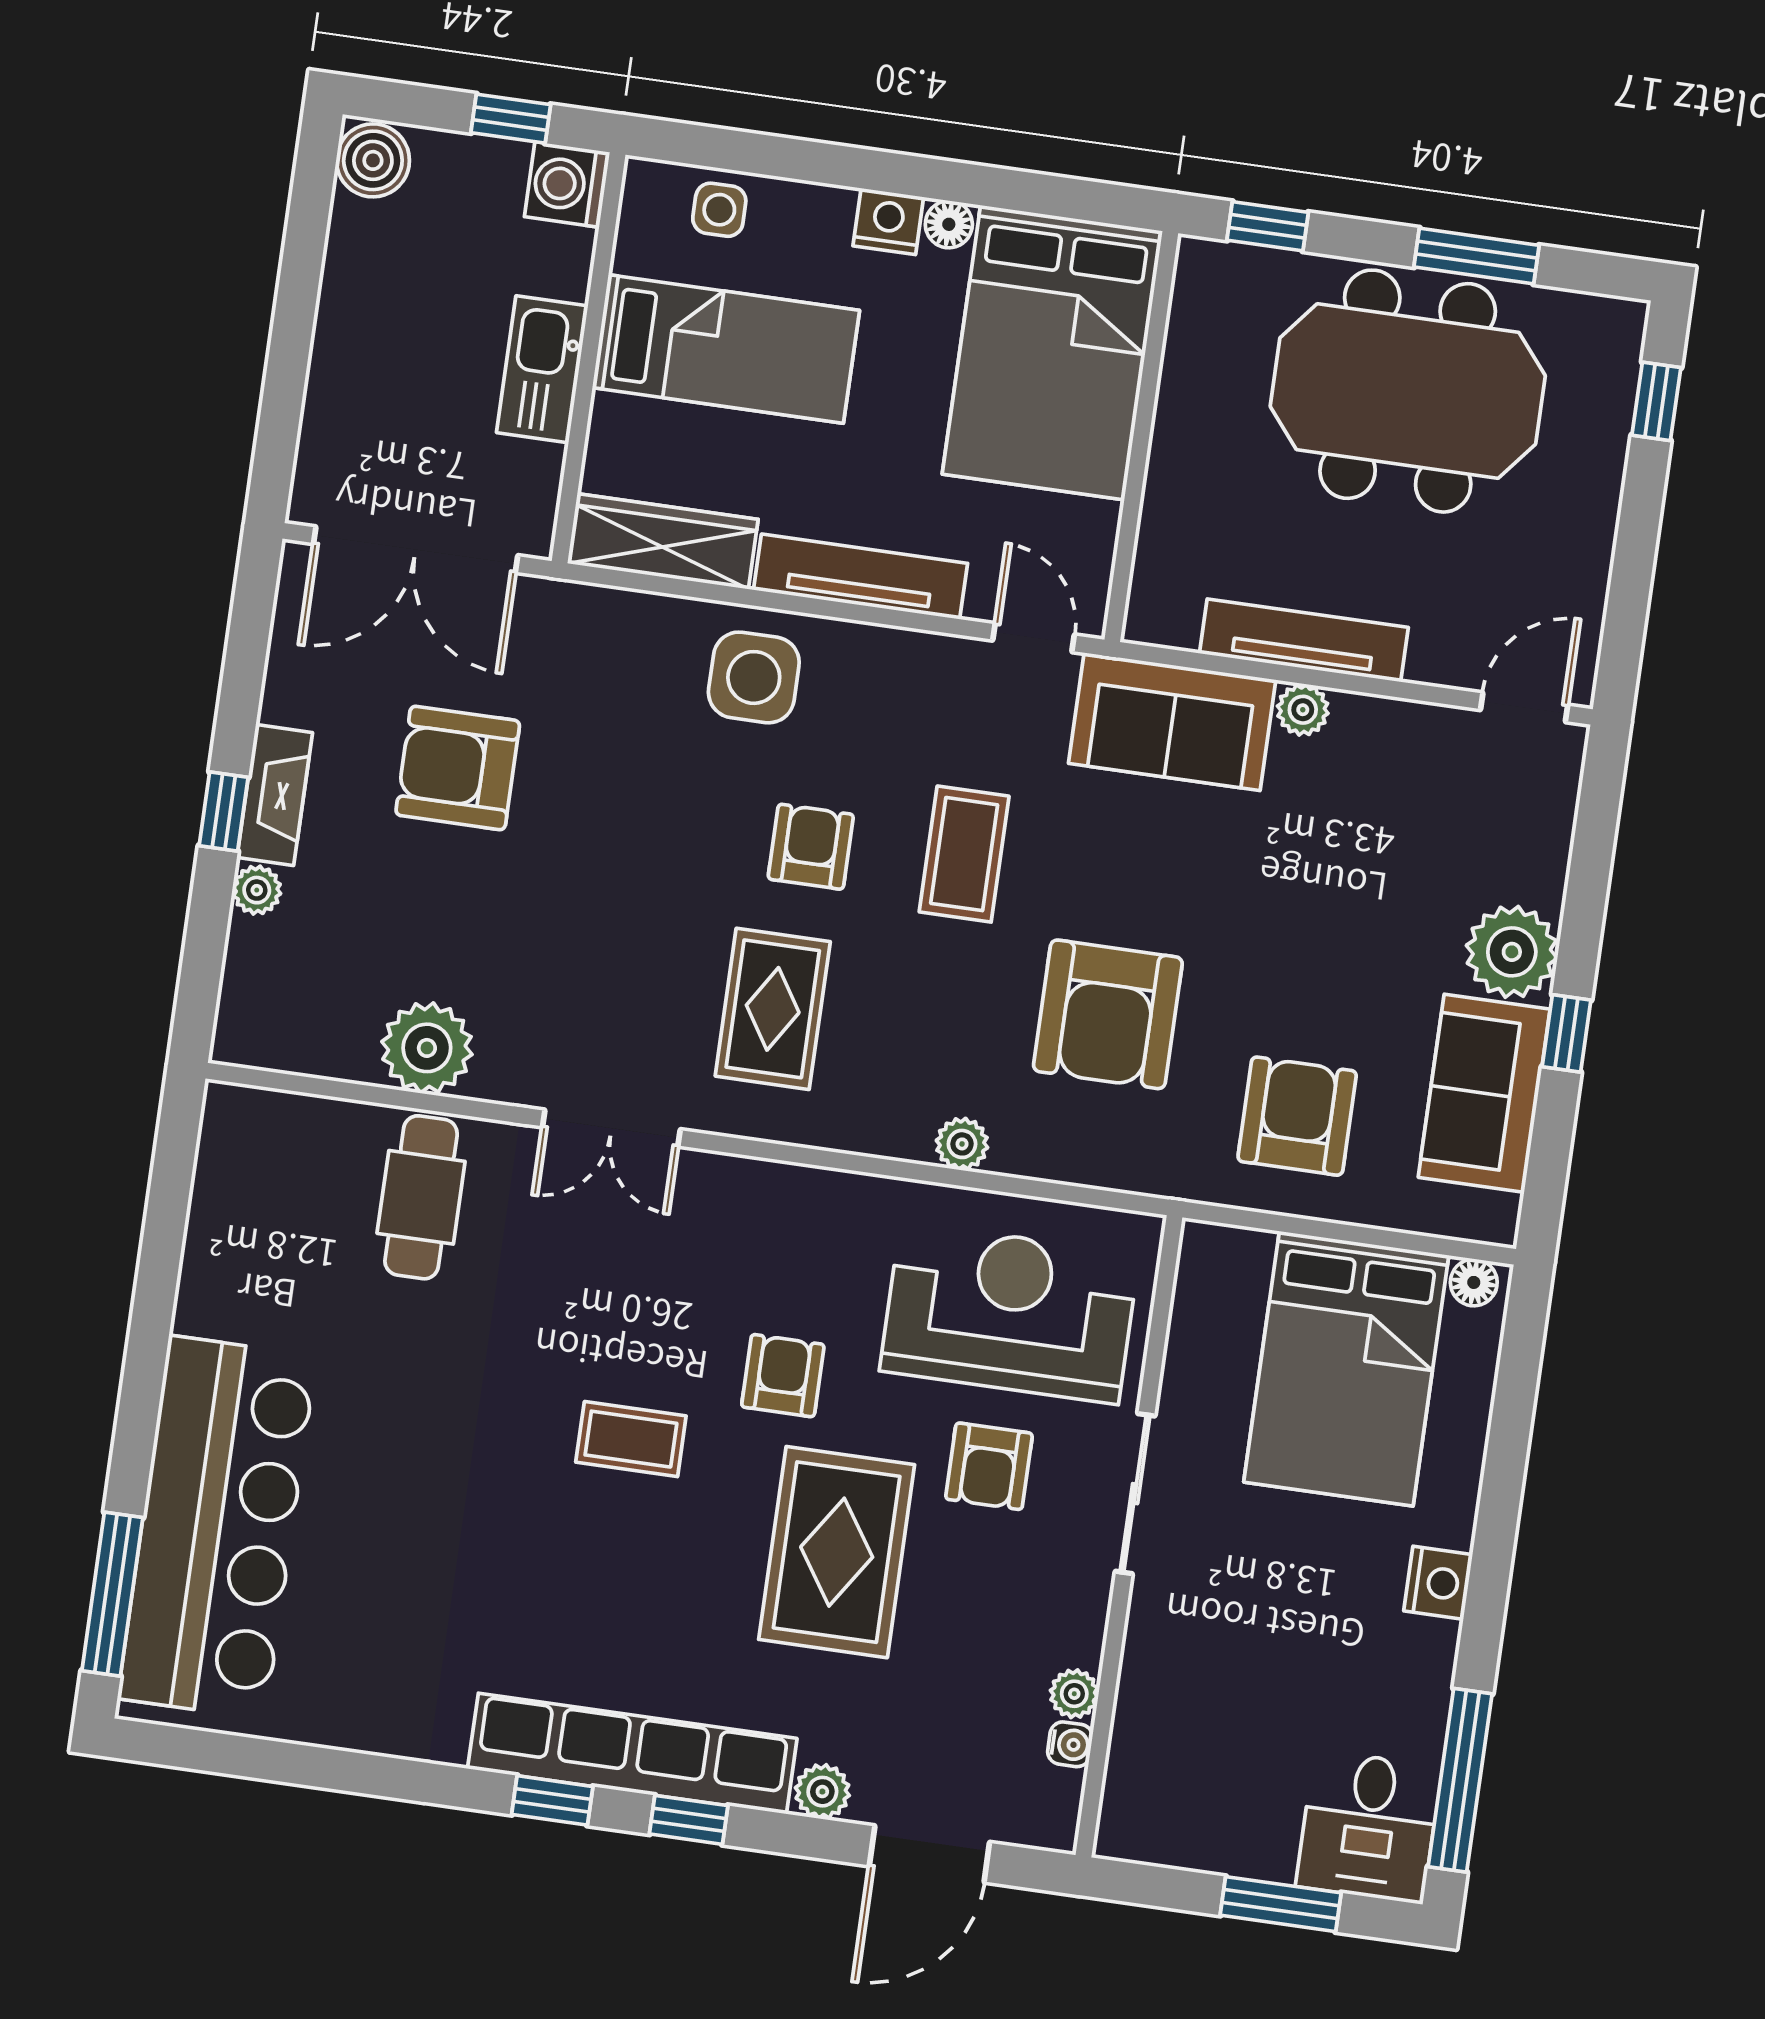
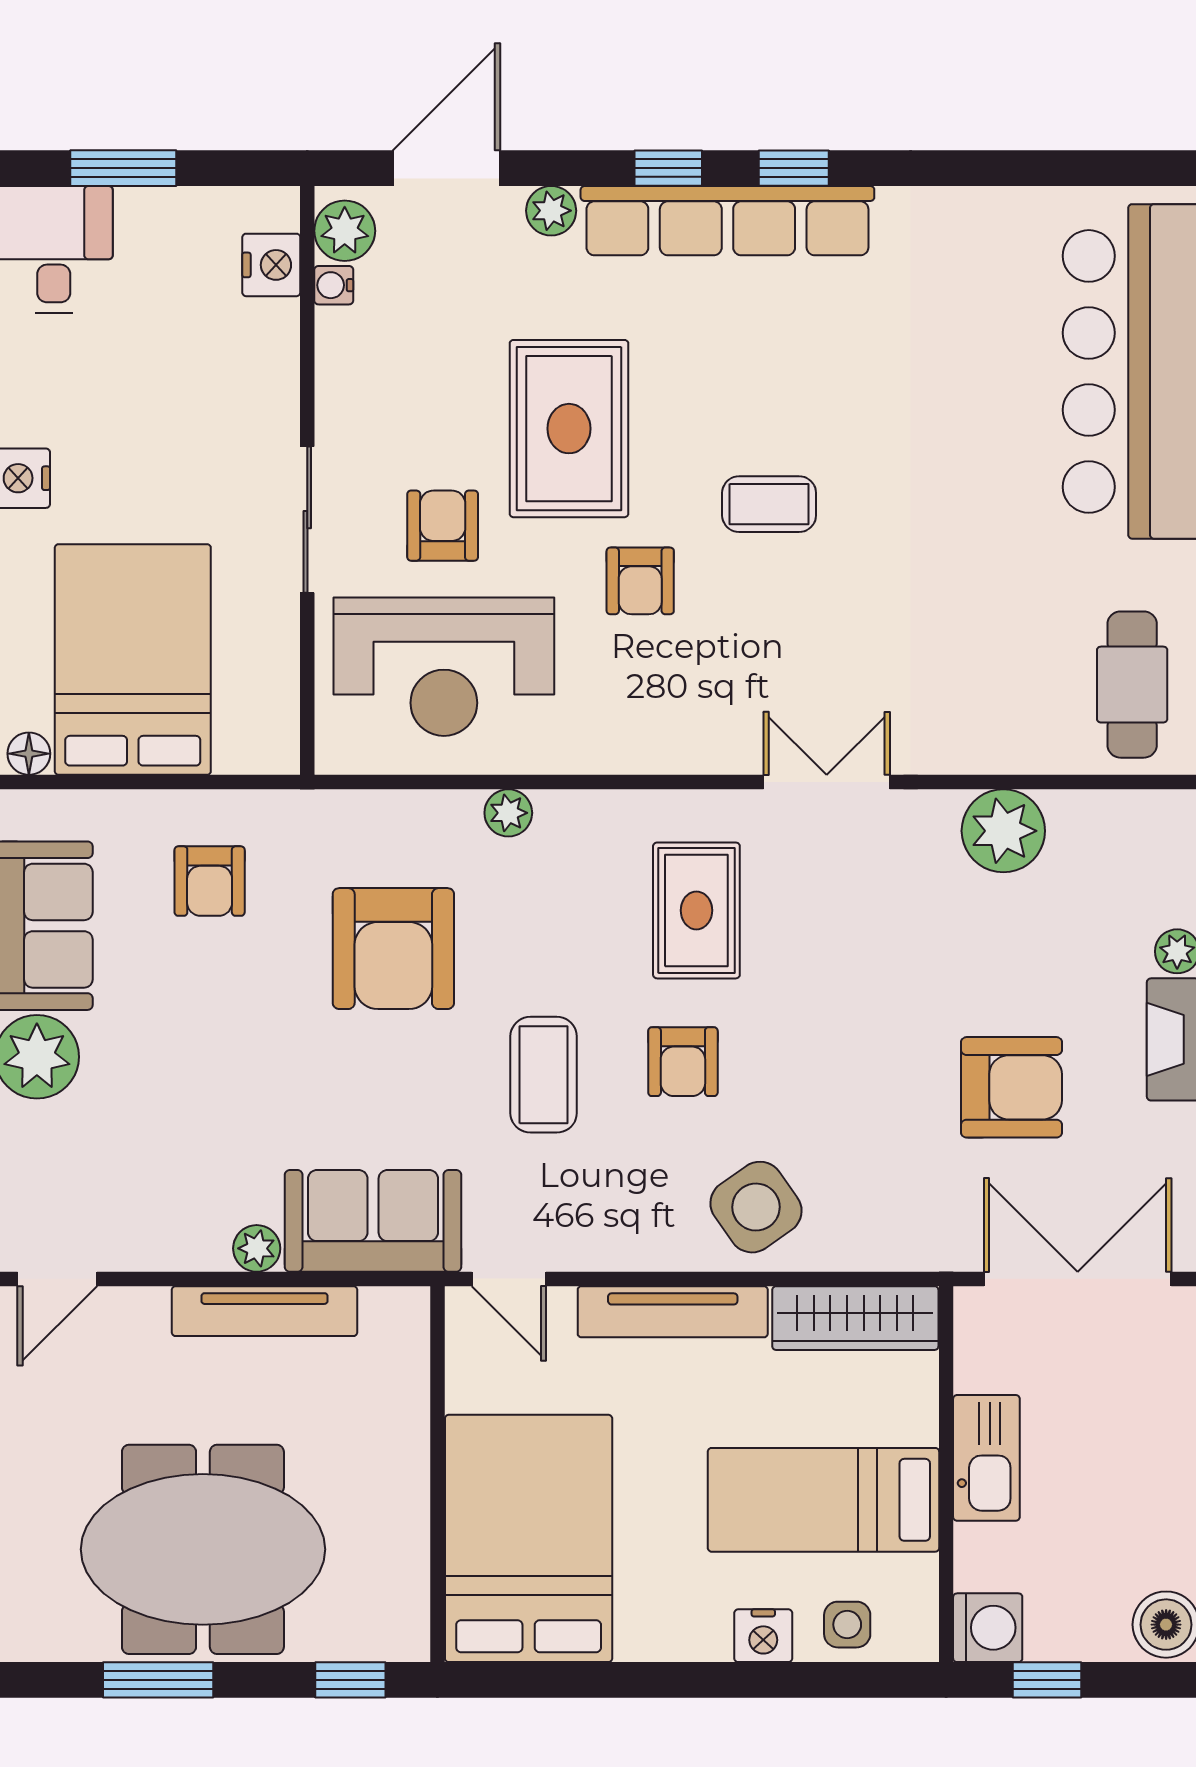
nightstand: (888, 221) -> (763, 1636), moved
floor lamp: (949, 224) -> (638, 1641), removed
side table: (754, 677) -> (756, 1207), turned -35
armchair: (1108, 1014) -> (393, 949), turned 180
armchair: (1297, 1116) -> (210, 881), width x0.72, depth x0.72
cafe table: (421, 1197) -> (1132, 685), moved
plant: (1074, 1694) -> (345, 231), moved, width x1.38, depth x1.38
nightstand: (1135, 1776) -> (271, 265), added

